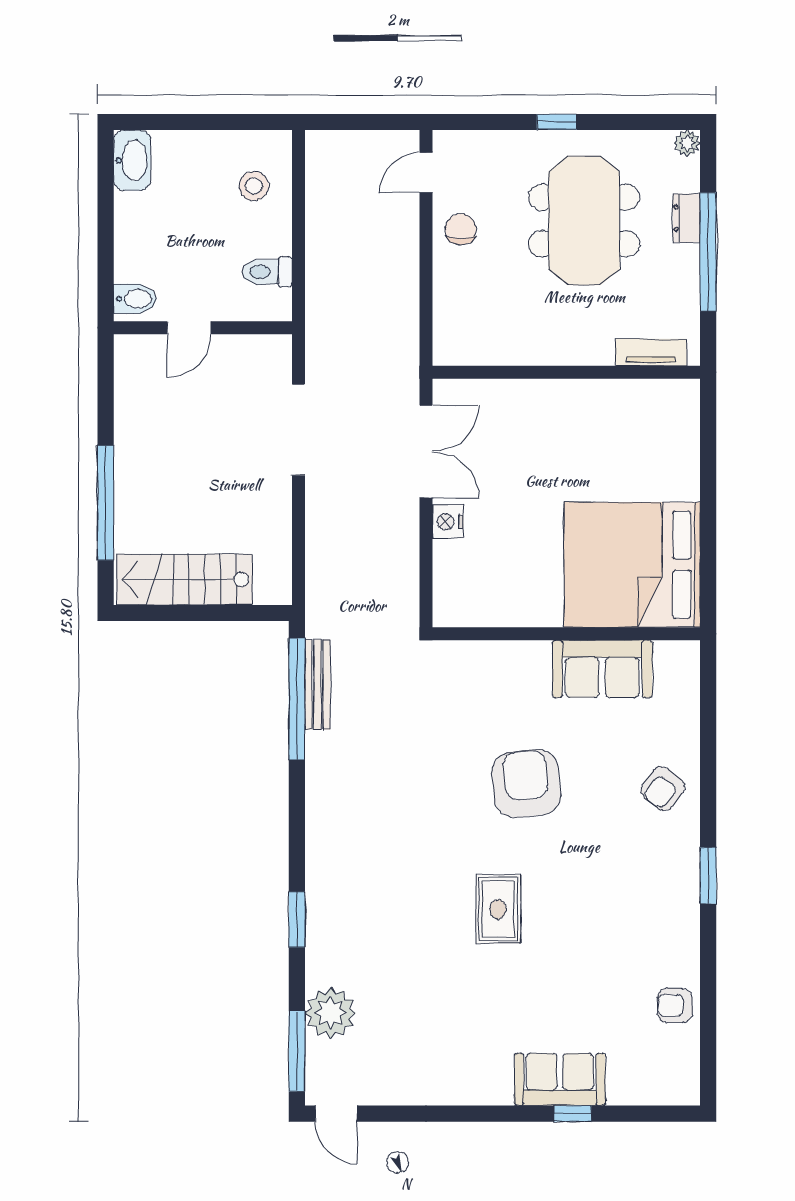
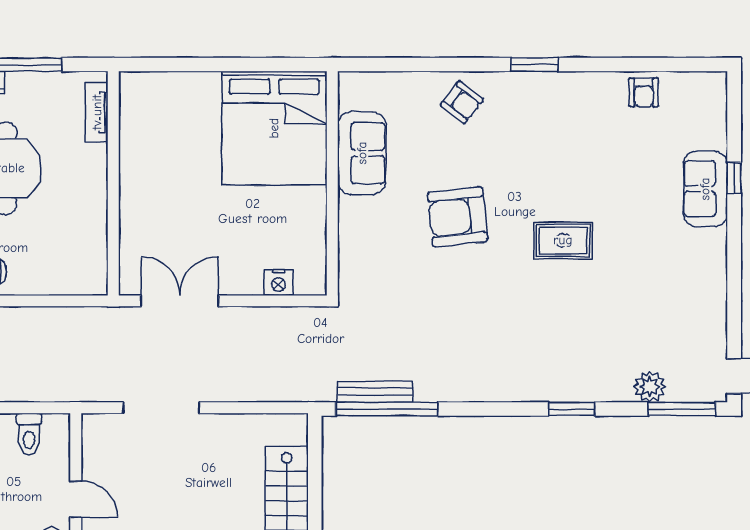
nightstand: (448, 522) -> (279, 282), moved
plant: (330, 1013) -> (650, 387), width x0.73, depth x0.73

